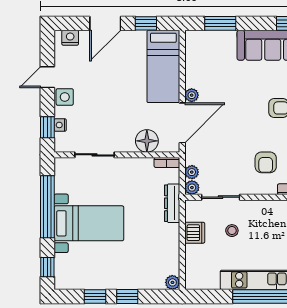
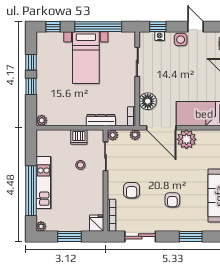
plant: (192, 95) -> (186, 139), width x1.88, depth x1.88
armchair: (266, 162) -> (132, 190), turned -90
plant: (192, 172) -> (135, 135), moved

